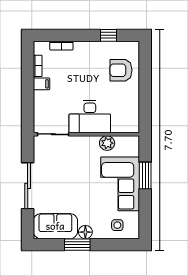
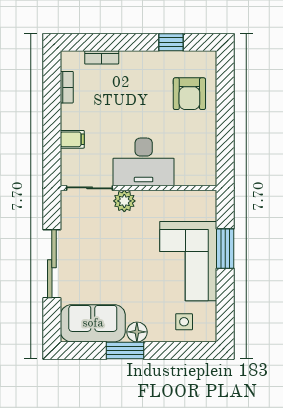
armchair: (121, 70) -> (189, 94), turned -90
filing cabinet: (41, 84) -> (72, 139), moved
plant: (107, 143) -> (124, 201), moved

